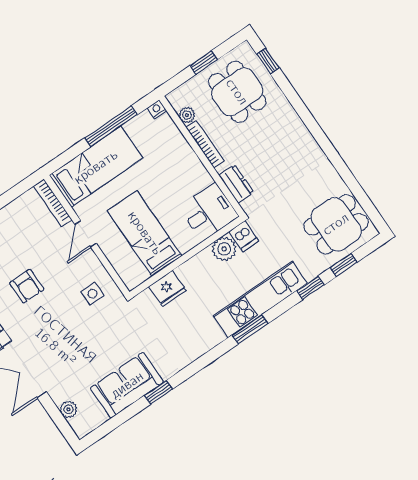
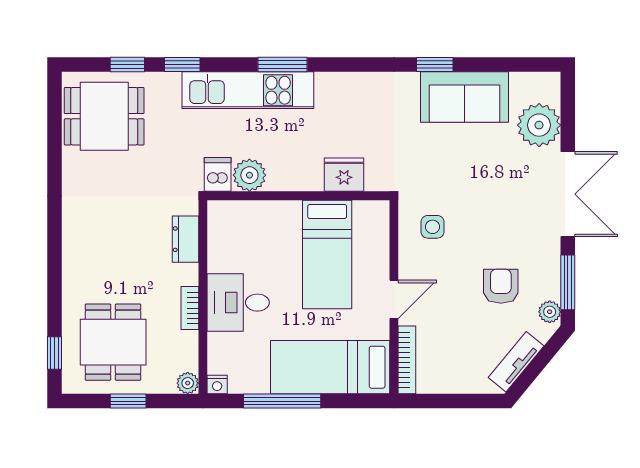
plant: (187, 115) -> (188, 383), moved
bookcase: (205, 144) -> (190, 308), width x0.64
desk: (209, 212) -> (238, 303), moved
plant: (69, 409) -> (539, 125), width x1.87, depth x1.87

